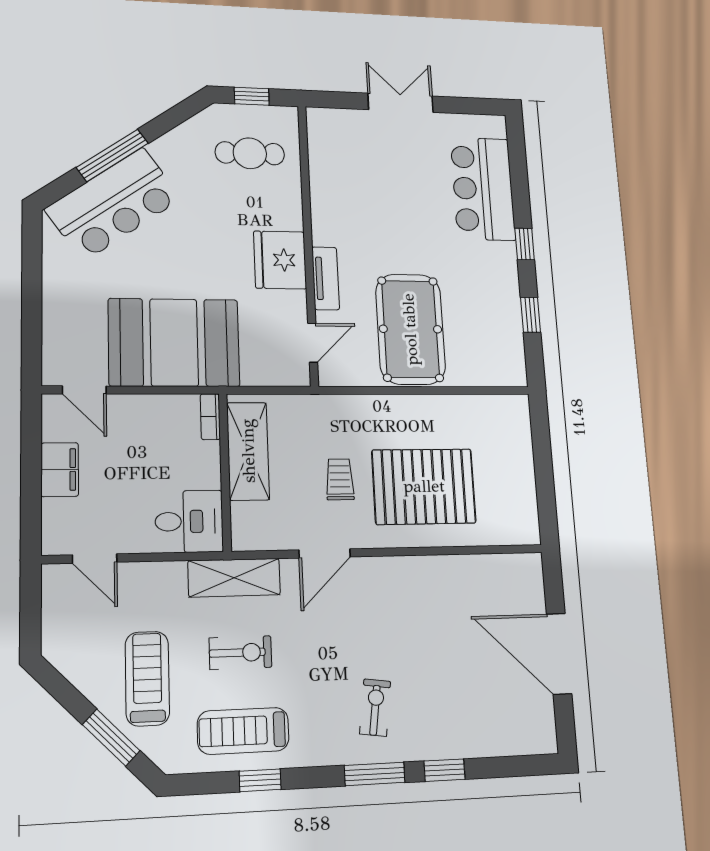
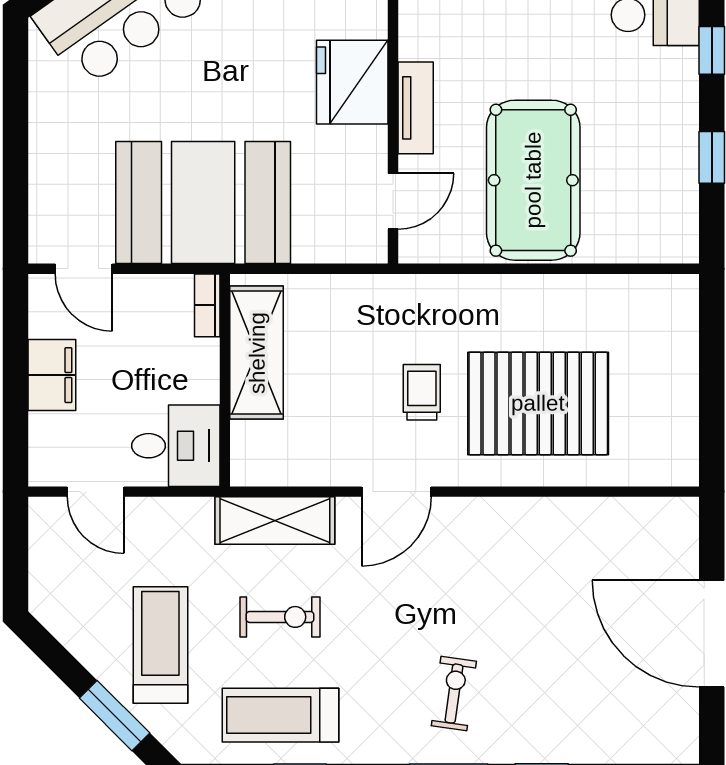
bookcase: (210, 417) -> (207, 305), moved
shelving: (248, 451) -> (257, 353), moved
wall: (225, 472) -> (225, 380), moved
desk: (189, 521) -> (176, 446), moved

